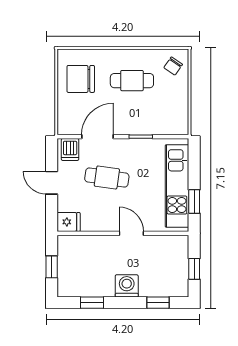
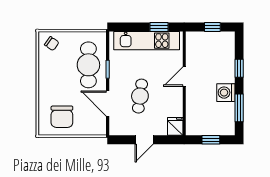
cafe table: (132, 81) -> (88, 65), moved, width x1.37, depth x1.35
dishwasher: (70, 149) -> (118, 125), removed
washing machine: (127, 286) -> (226, 93), moved
window: (92, 303) -> (239, 108), width x1.50
window: (158, 303) -> (239, 68), moved

